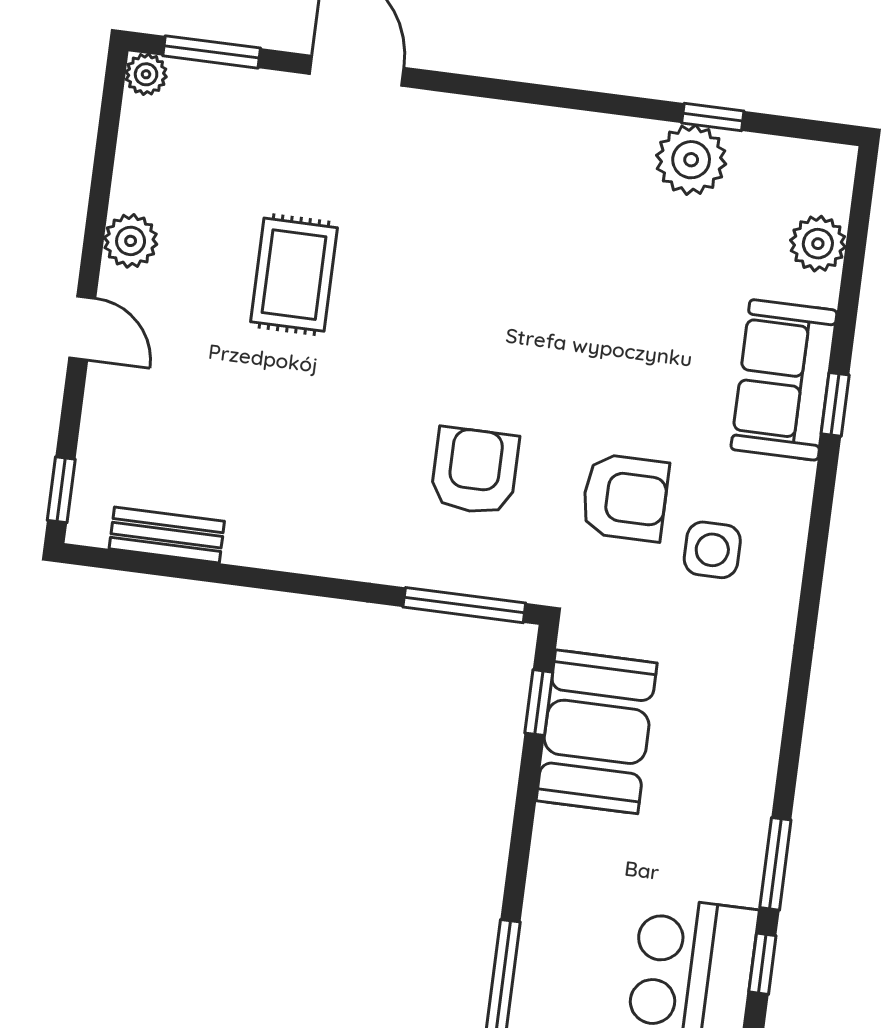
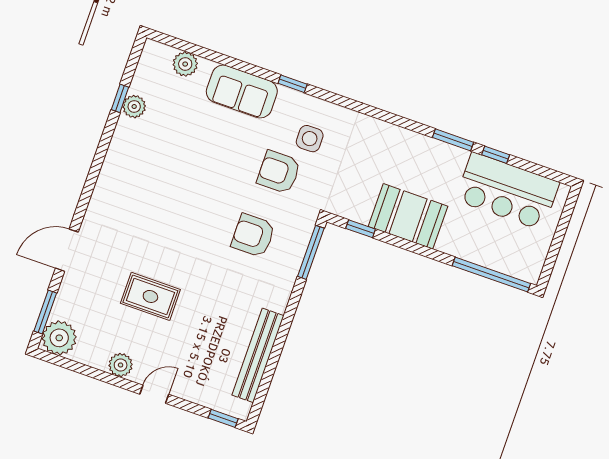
plant: (146, 74) -> (59, 338), width x1.87, depth x1.87
plant: (691, 160) -> (134, 107), width x0.73, depth x0.73
window: (835, 404) -> (293, 84), moved
armchair: (625, 498) -> (279, 172), turned -90
bench: (167, 535) -> (258, 355), width x1.86, depth x1.21
booth: (597, 732) -> (408, 216), moved

